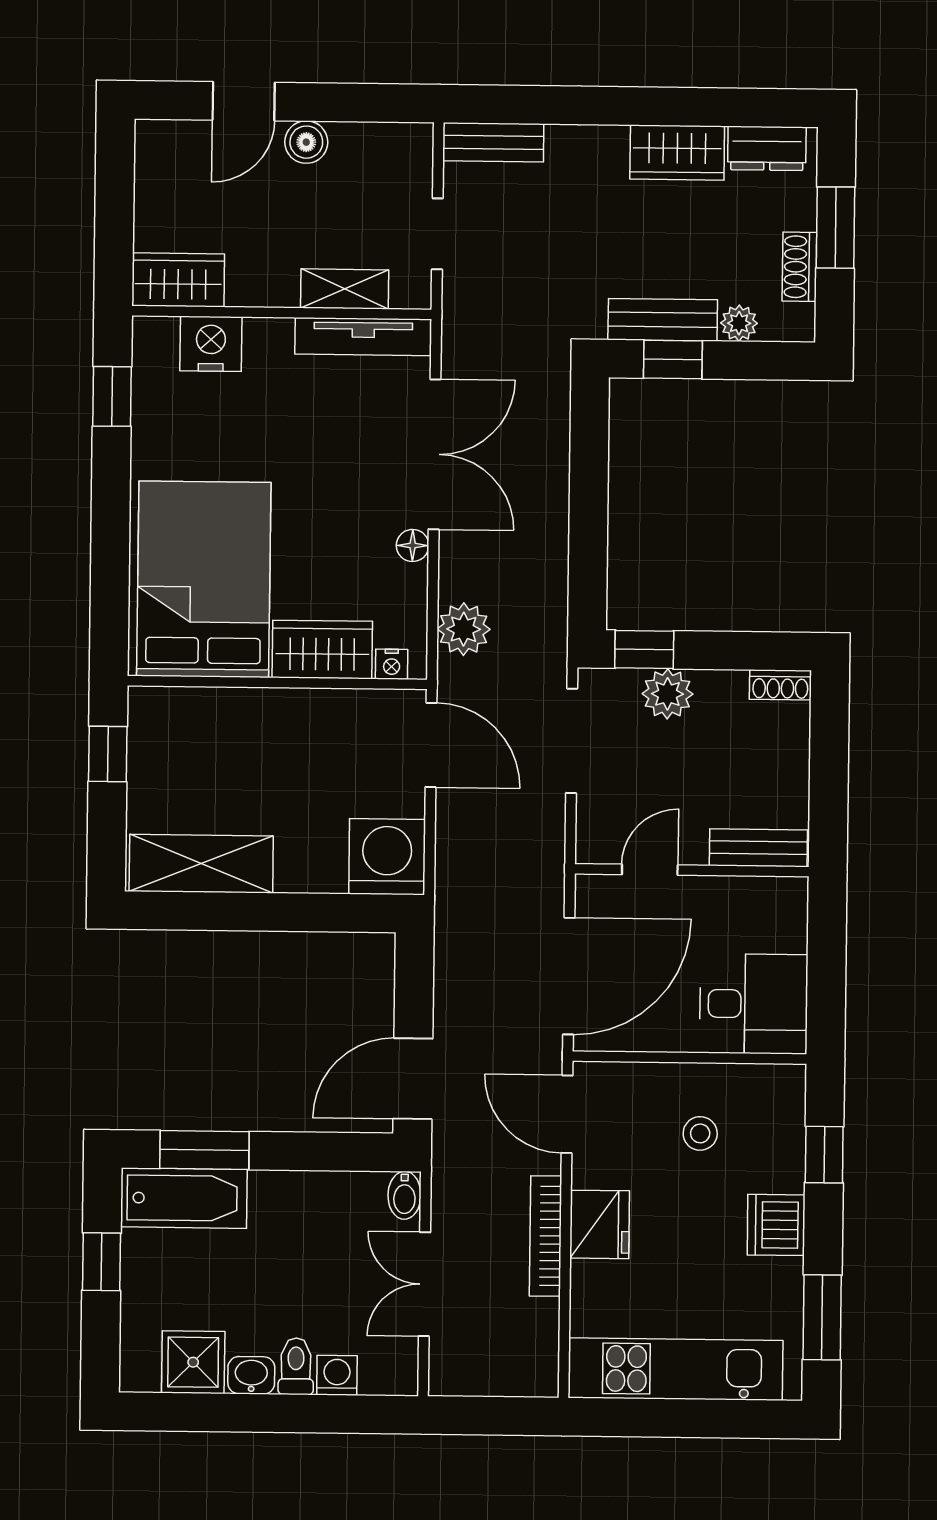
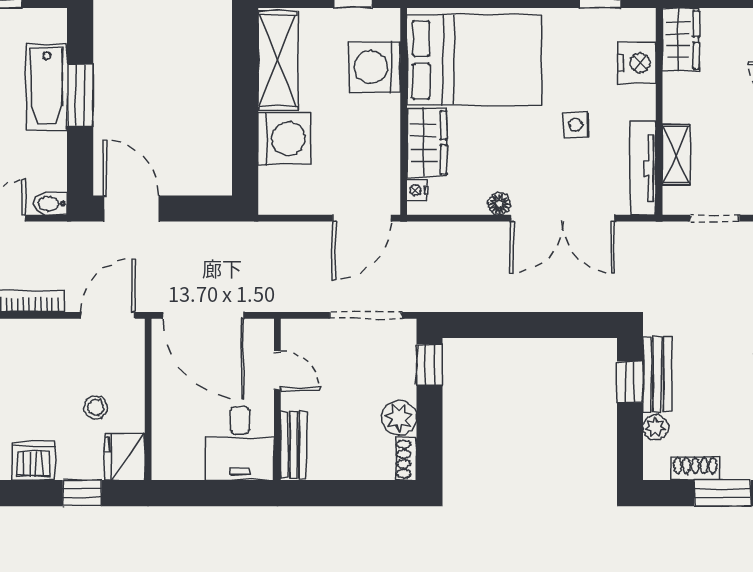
side table: (300, 434) -> (576, 125), added
plant: (464, 629) -> (442, 240), removed
plant: (667, 694) -> (399, 418), moved
washing machine: (213, 723) -> (375, 67), added
washing machine: (387, 857) -> (284, 139), moved
desk: (754, 1004) -> (240, 443), moved
window: (204, 1150) -> (80, 95), moved
bathtub: (184, 1198) -> (47, 87), moved
fridge: (600, 1224) -> (125, 457), moved, turned 90

